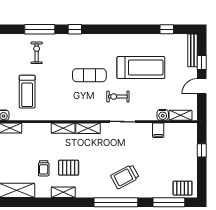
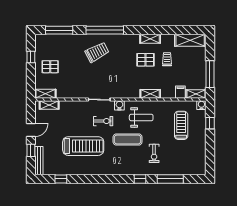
exercise bike: (37, 53) -> (154, 153), moved
treadmill: (141, 68) -> (83, 146), turned 180
weight bench: (74, 101) -> (141, 117), added
water cooler: (163, 115) -> (119, 105), moved
shelving: (88, 128) -> (45, 94), moved
filing cabinet: (158, 130) -> (180, 92), moved
window: (202, 150) -> (31, 57), moved
pallet: (183, 188) -> (50, 67), moved

